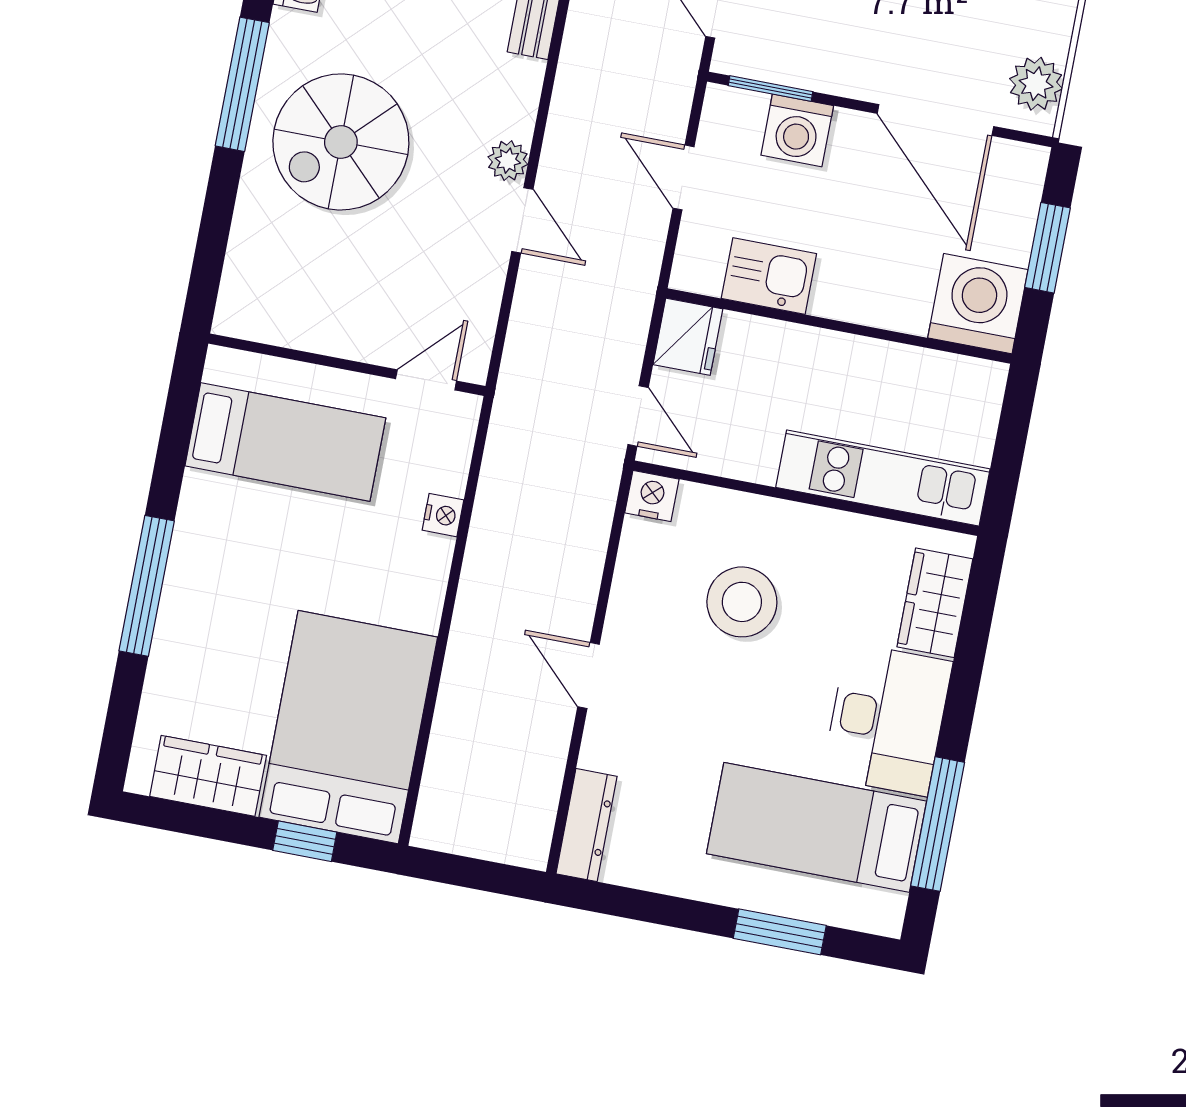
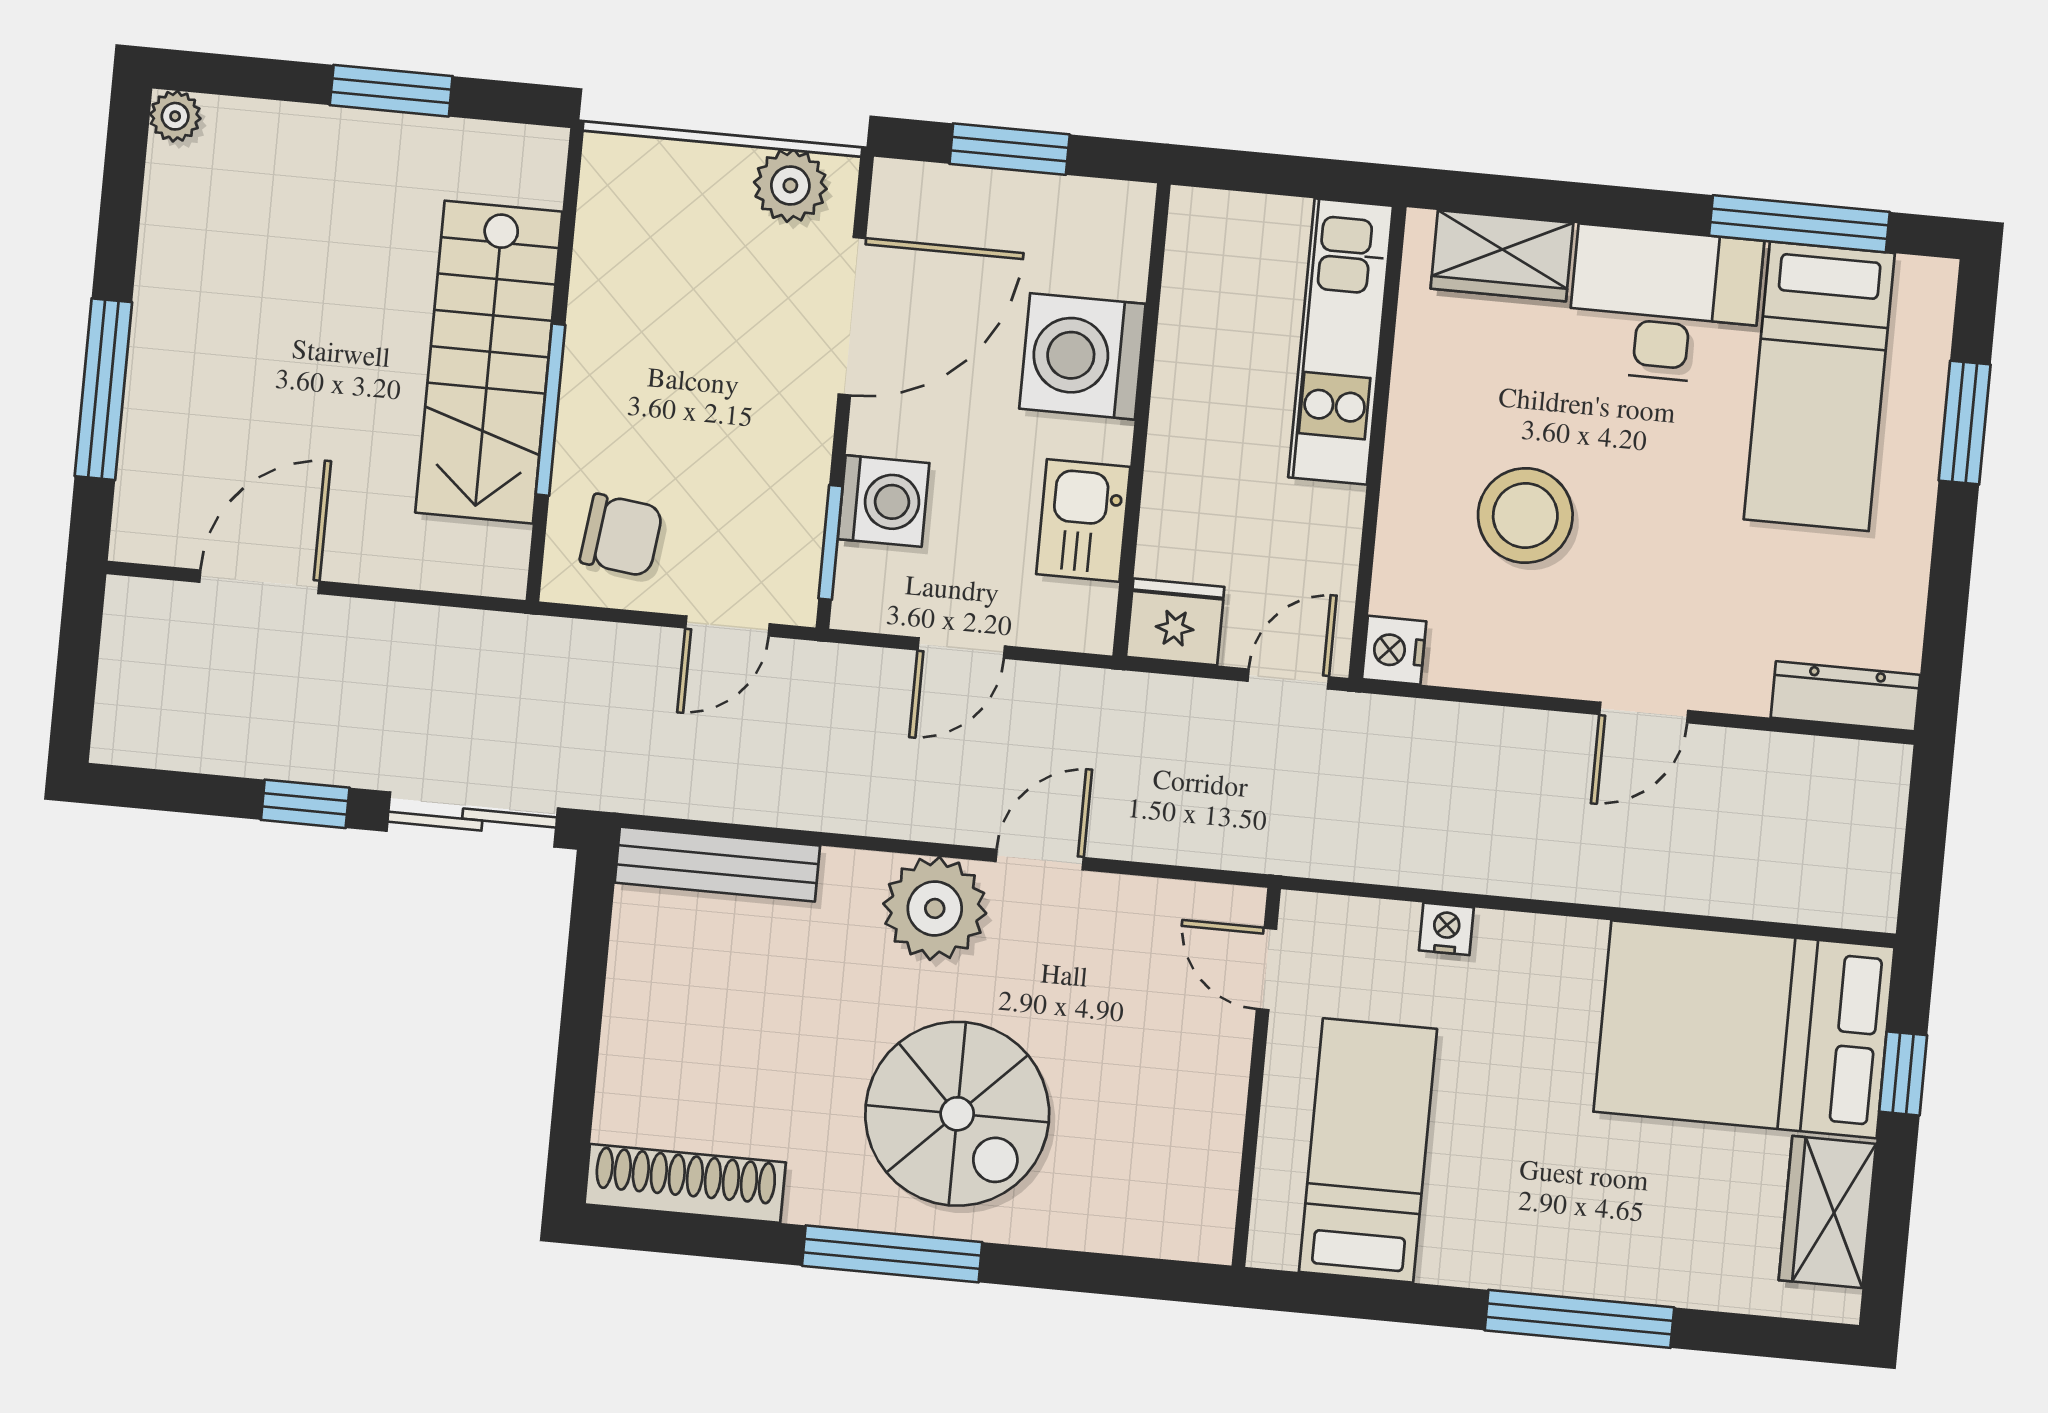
plant: (508, 161) -> (935, 908), width x1.87, depth x1.87
washing machine: (978, 304) -> (1082, 356), moved

